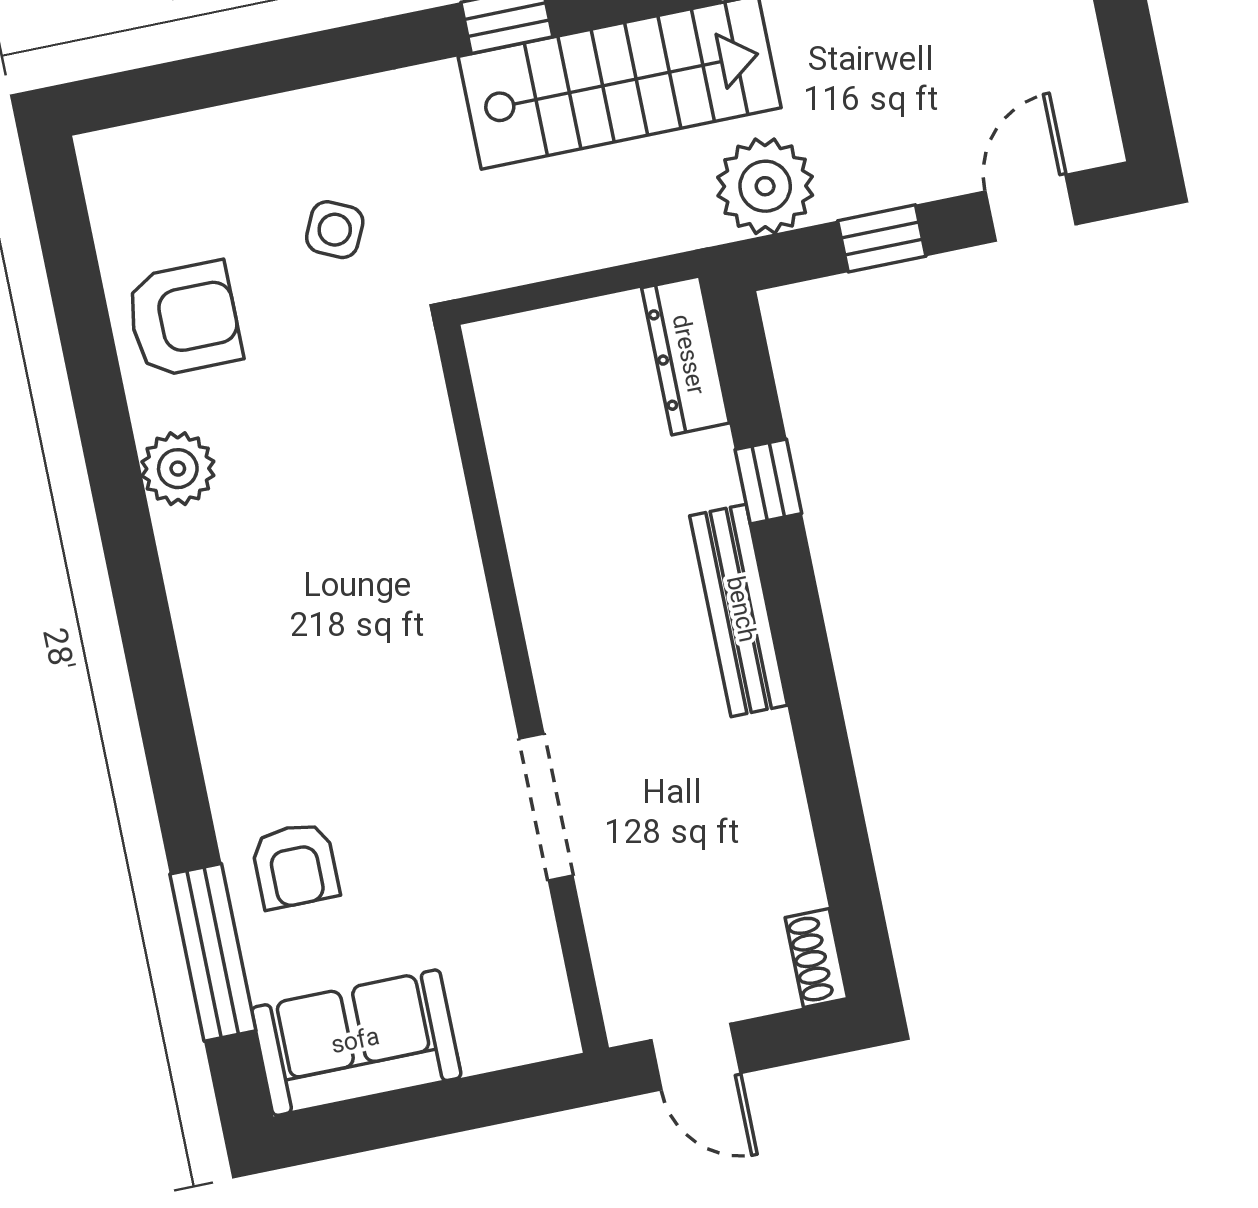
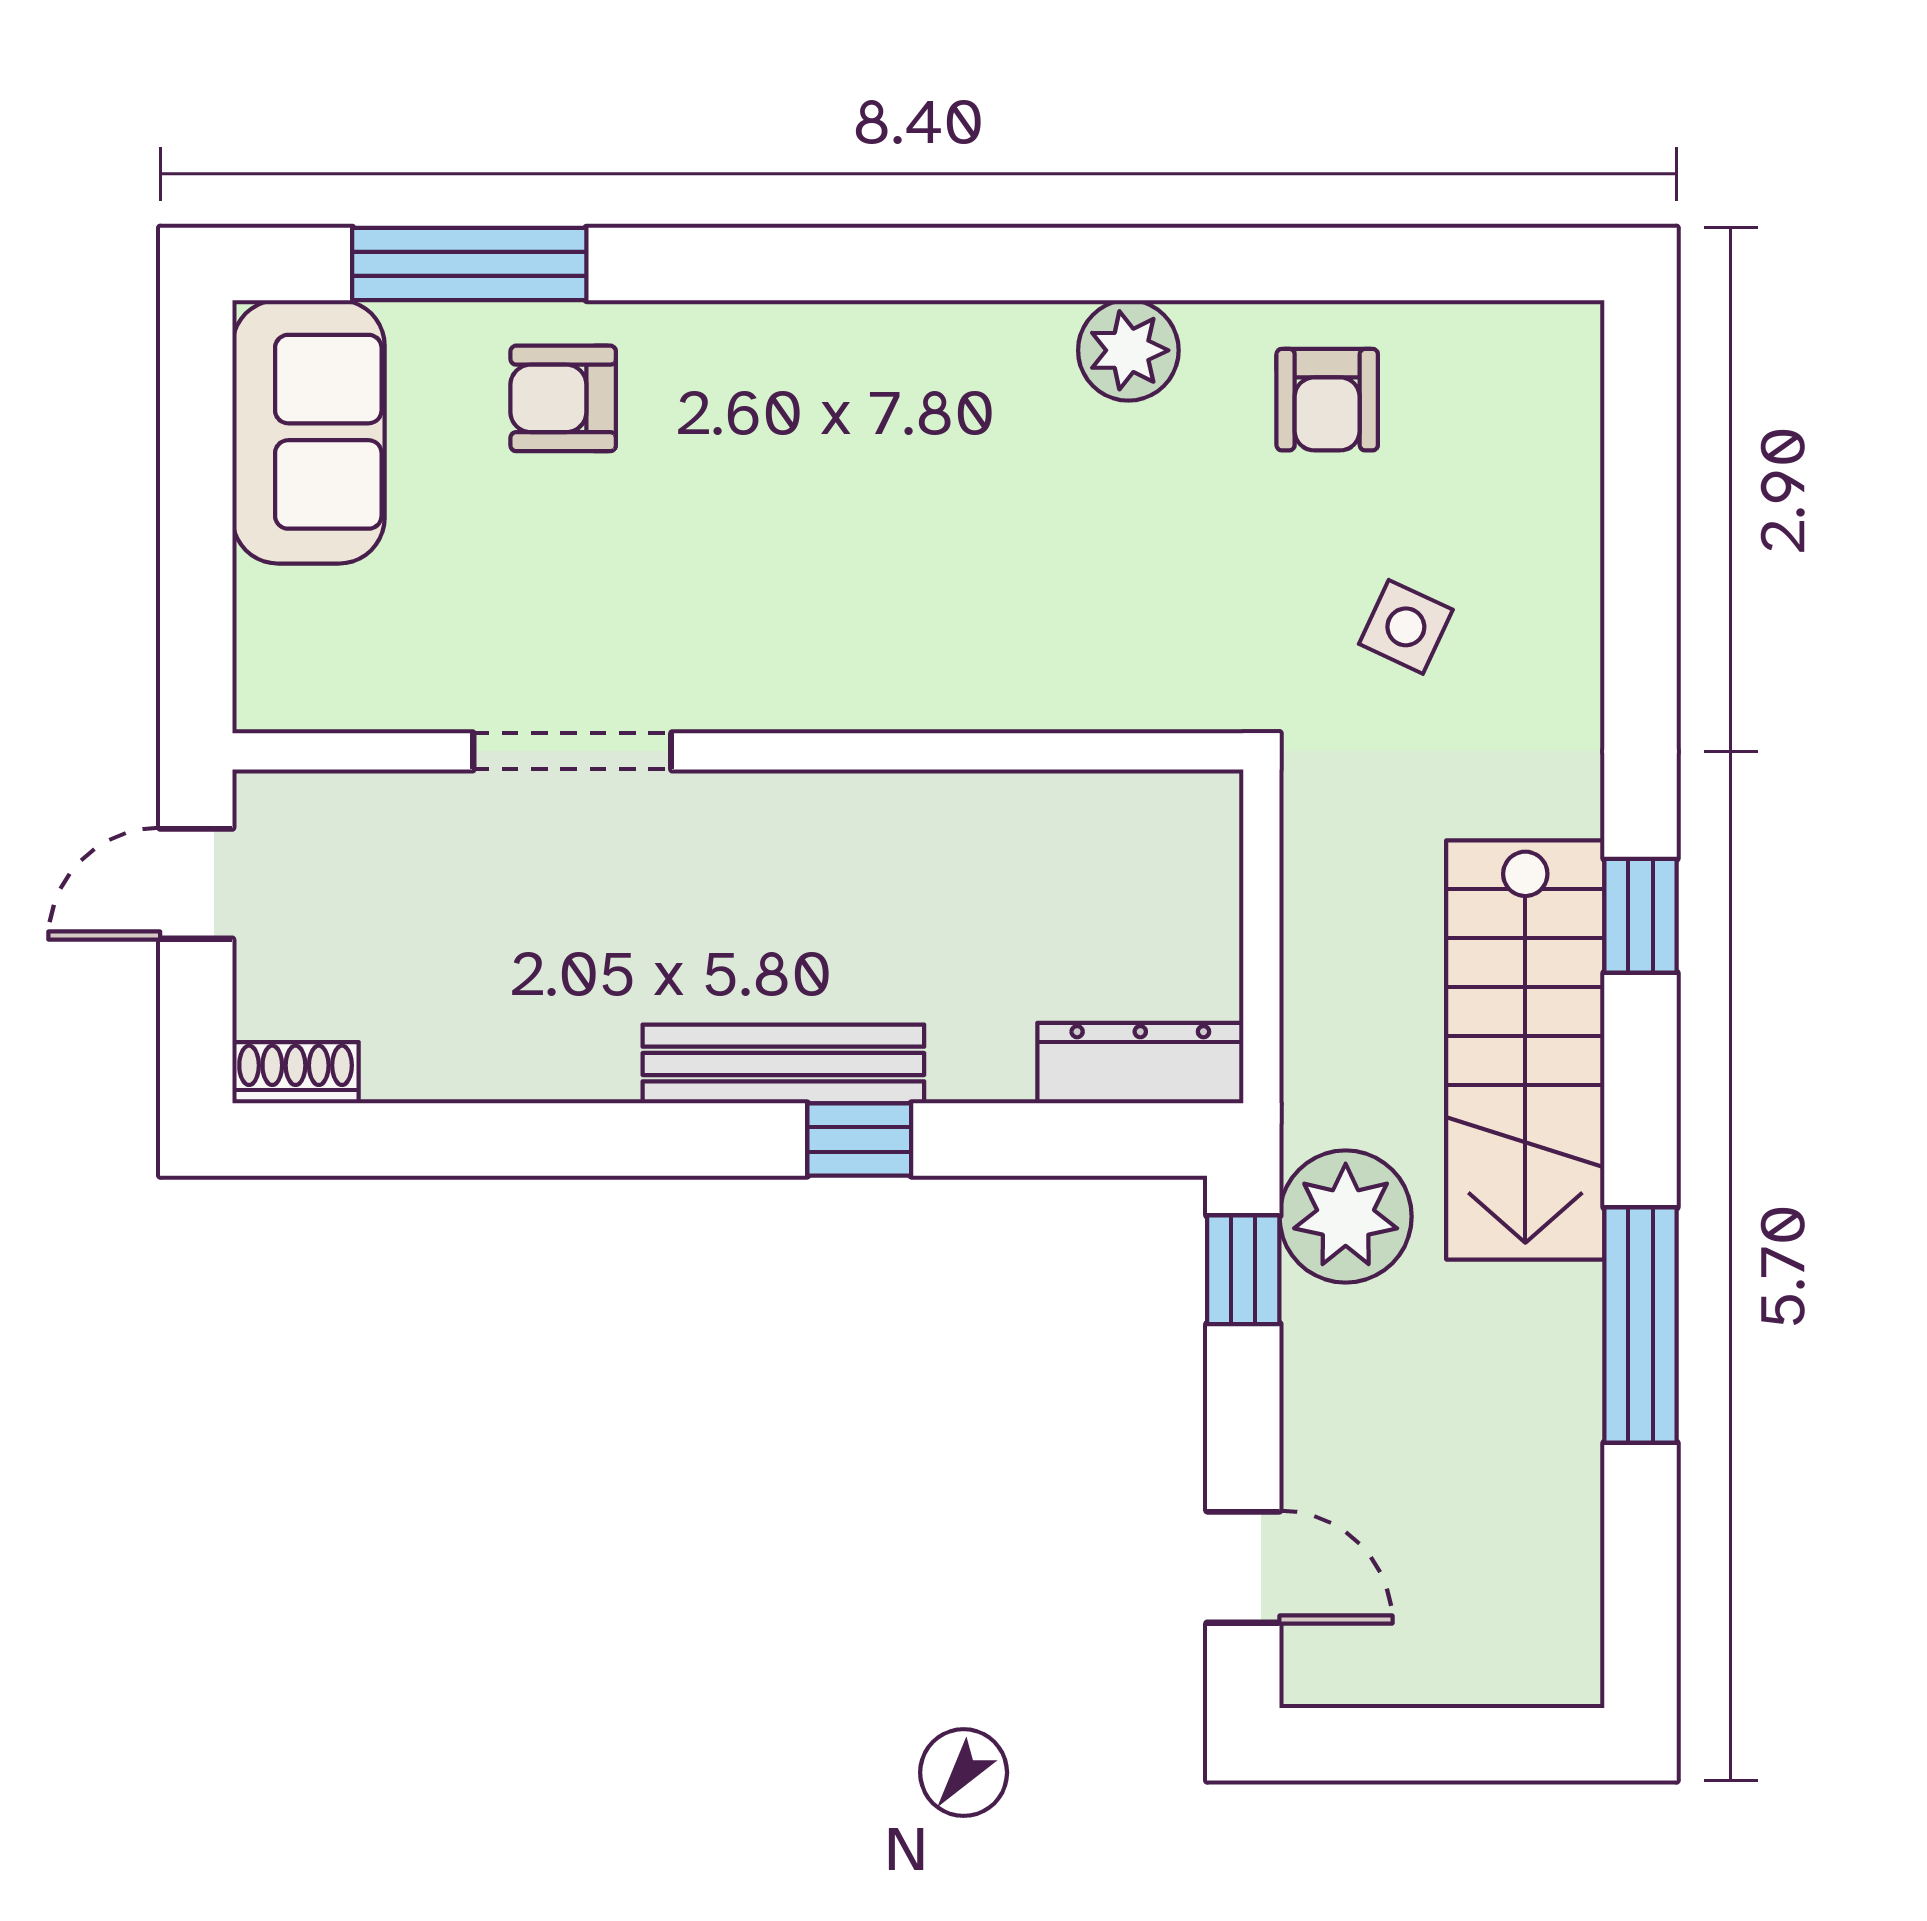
window: (882, 238) -> (1243, 1270), moved
armchair: (184, 319) -> (1327, 400), width x0.72, depth x0.72
window: (768, 481) -> (859, 1140), moved

